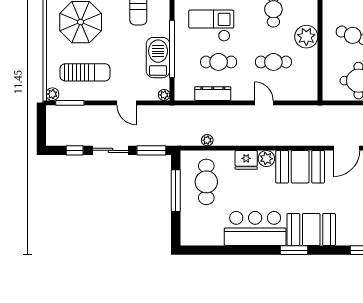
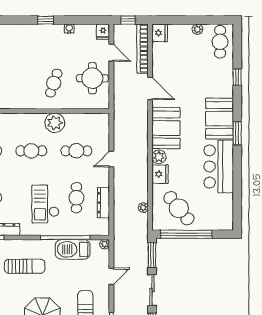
cafe table: (273, 62) -> (76, 151), turned 90
cafe table: (206, 182) -> (179, 208), turned 51
window: (176, 191) -> (186, 234), width x1.46

